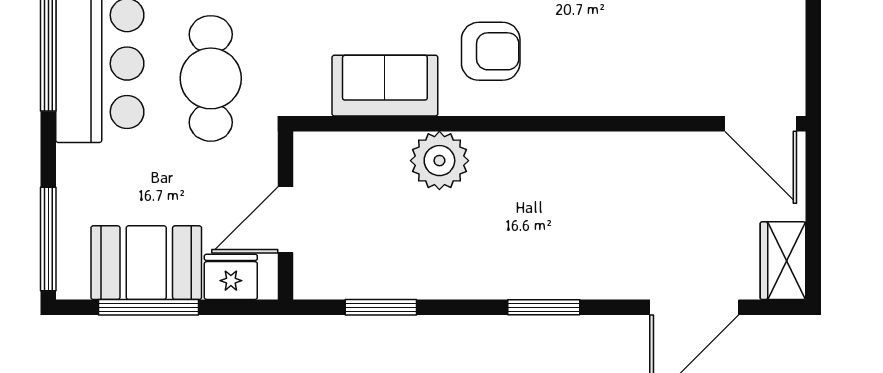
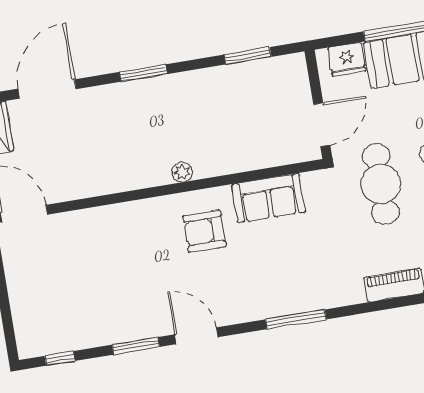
plant: (439, 161) -> (182, 172), moved, width x0.53, depth x0.53
door: (285, 220) -> (322, 125), moved

